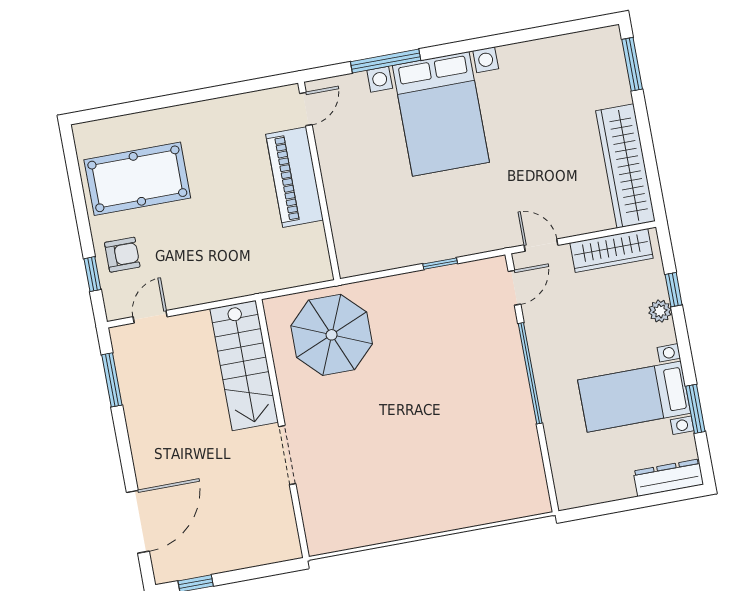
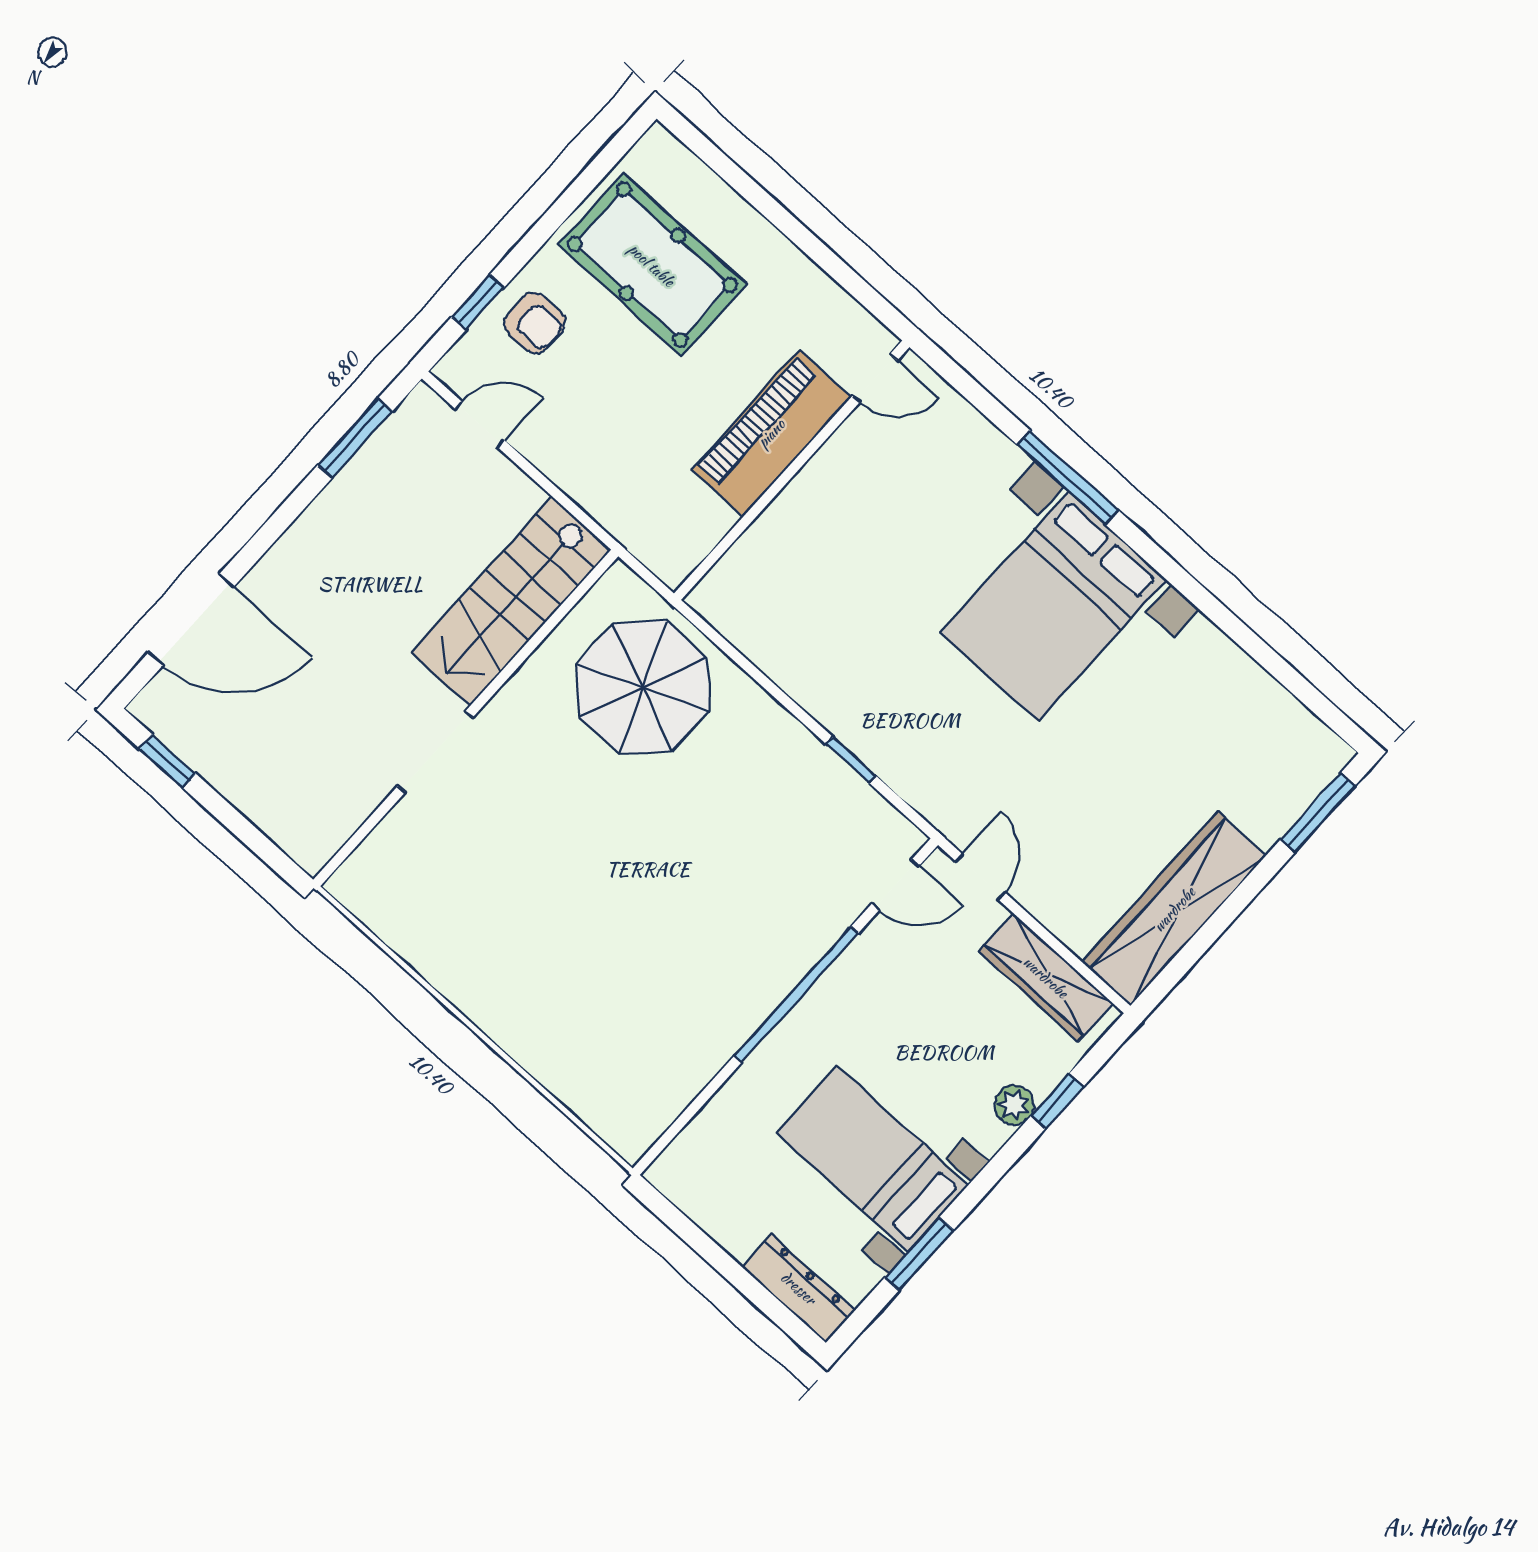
door: (306, 109) -> (875, 378), moved
piano: (295, 177) -> (771, 433), moved
wall: (319, 181) -> (792, 470), moved

